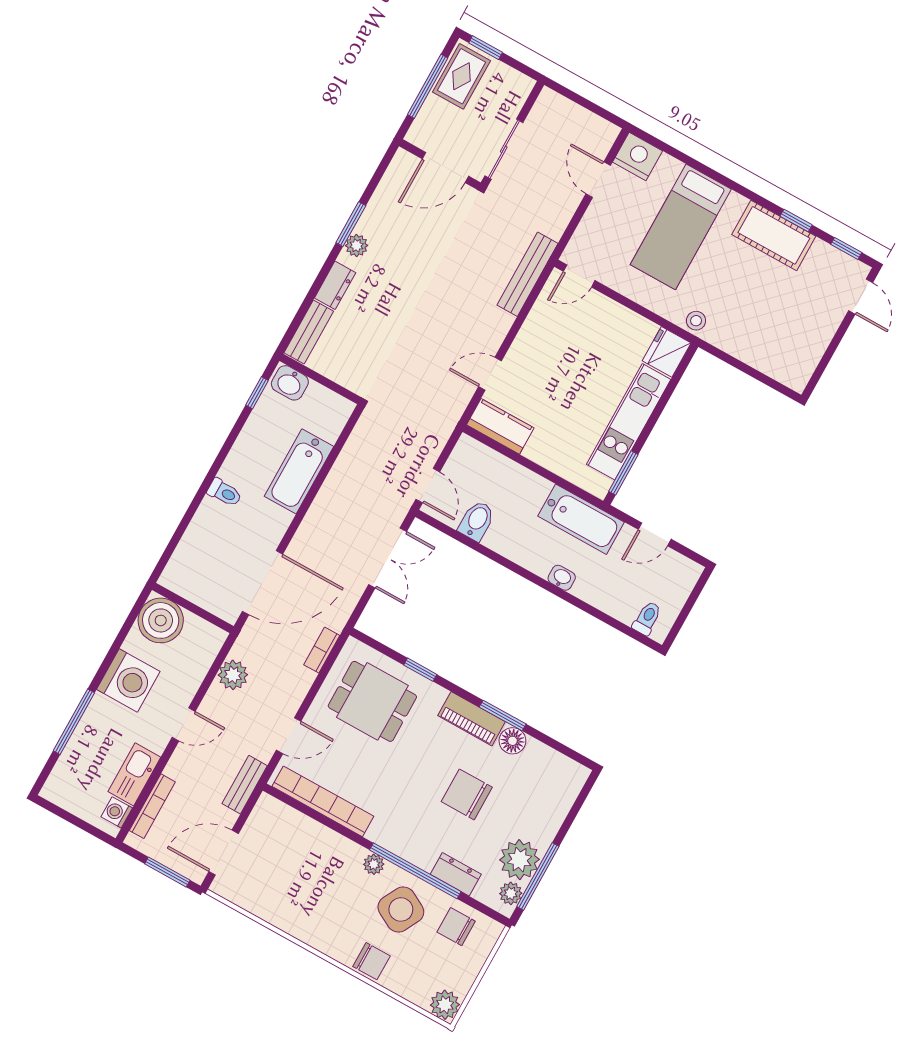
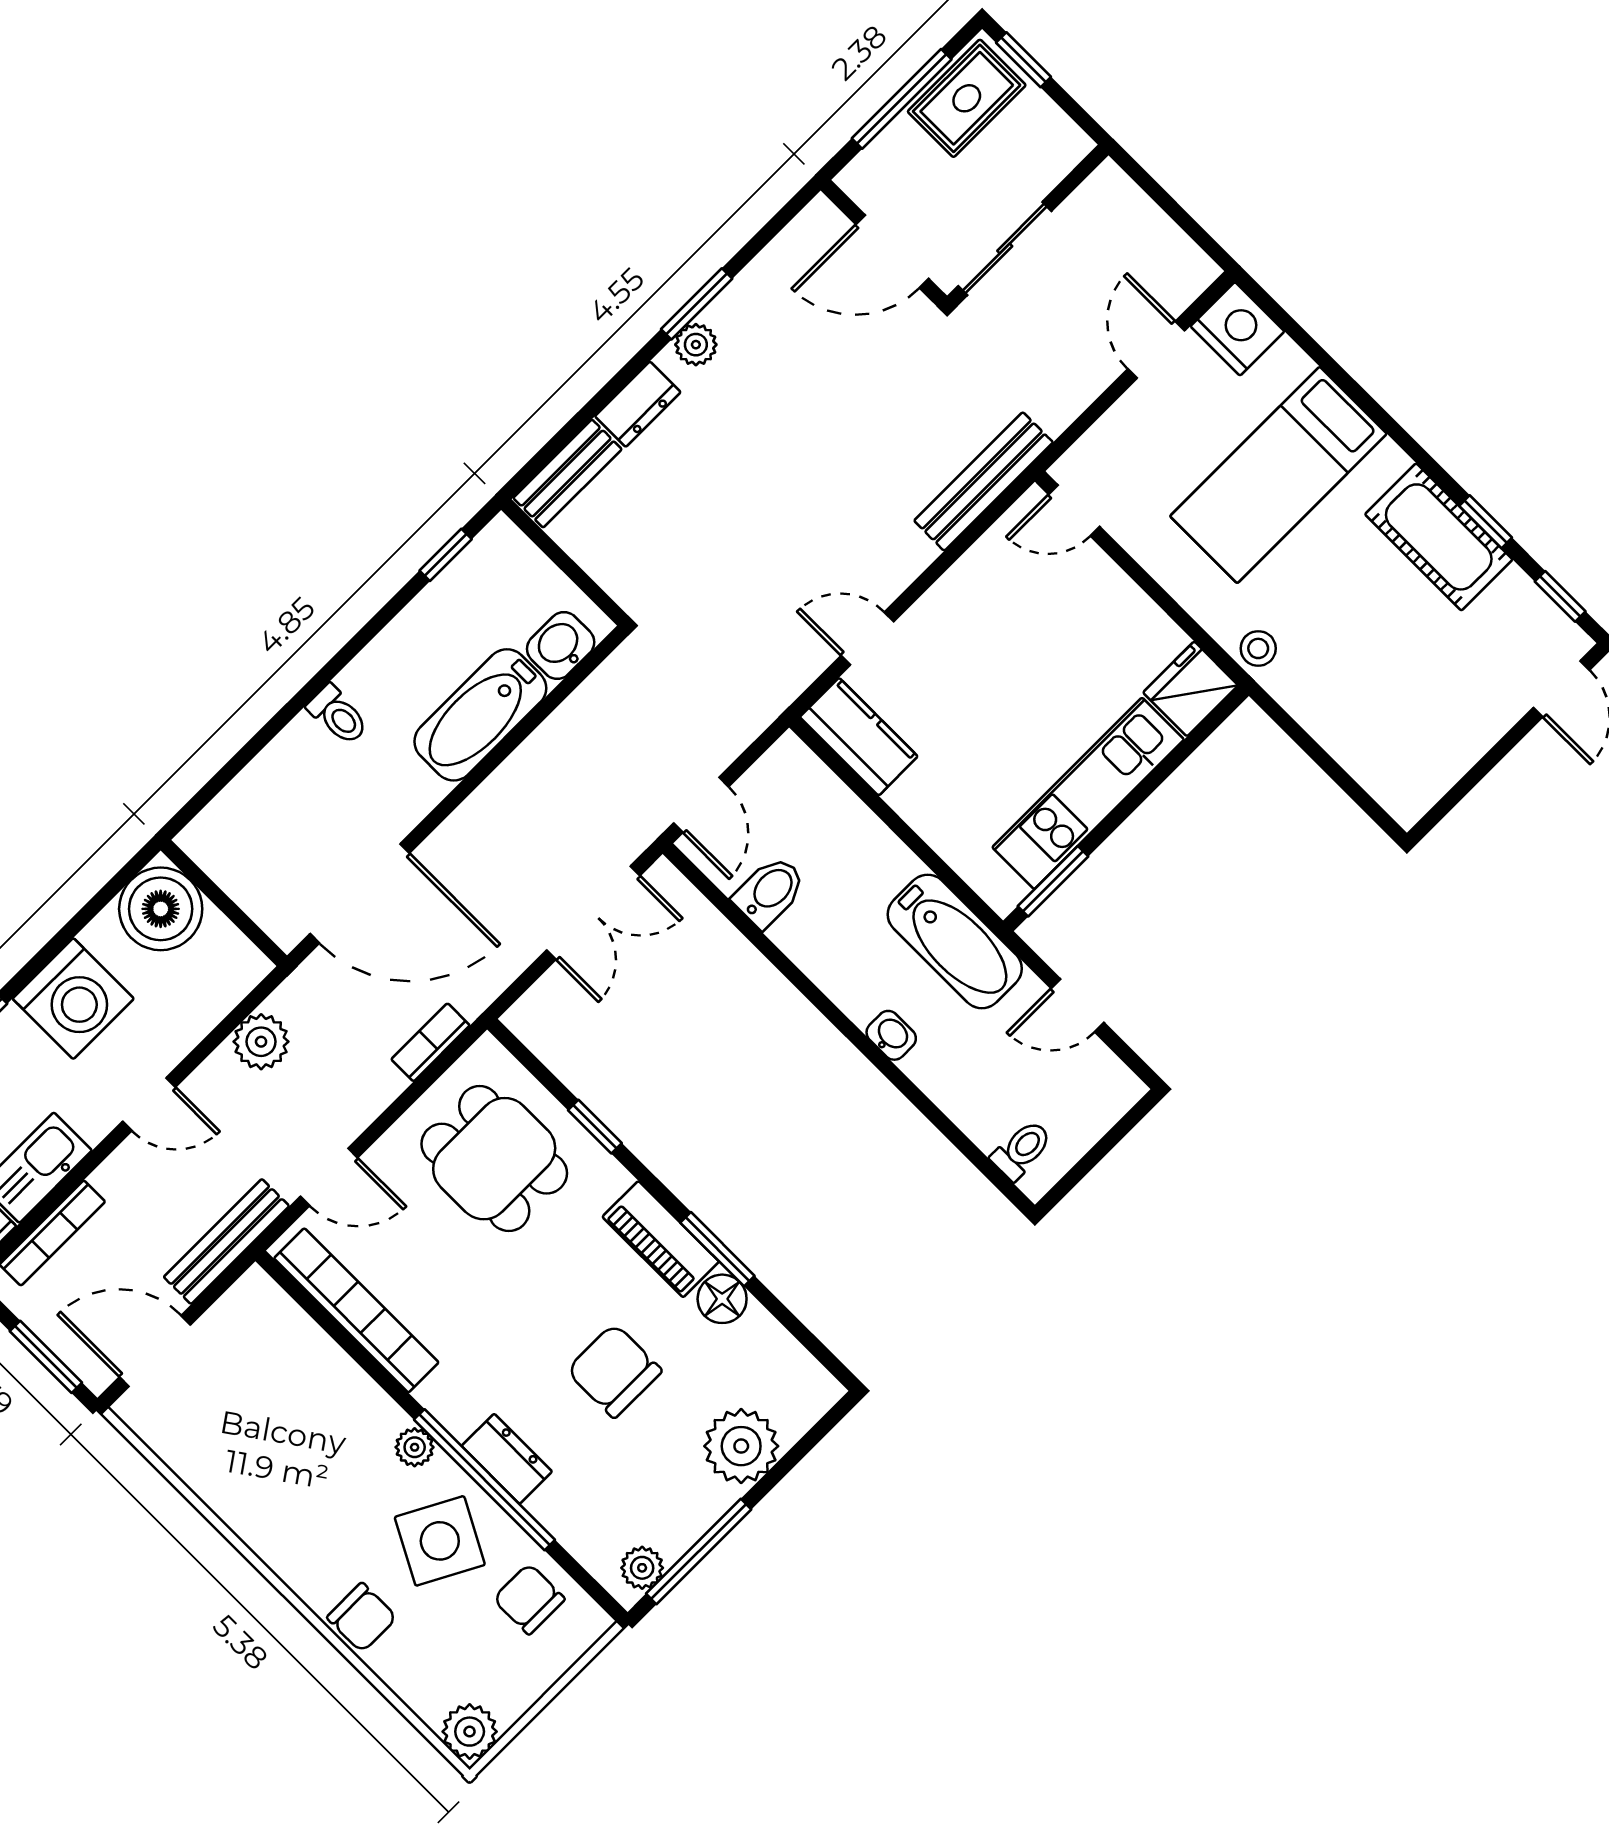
washbasin: (290, 383) -> (561, 645), moved, turned 90
bench: (245, 785) -> (226, 1241), width x1.36
plant: (520, 860) -> (741, 1446), moved
dresser: (456, 874) -> (507, 1459), moved

